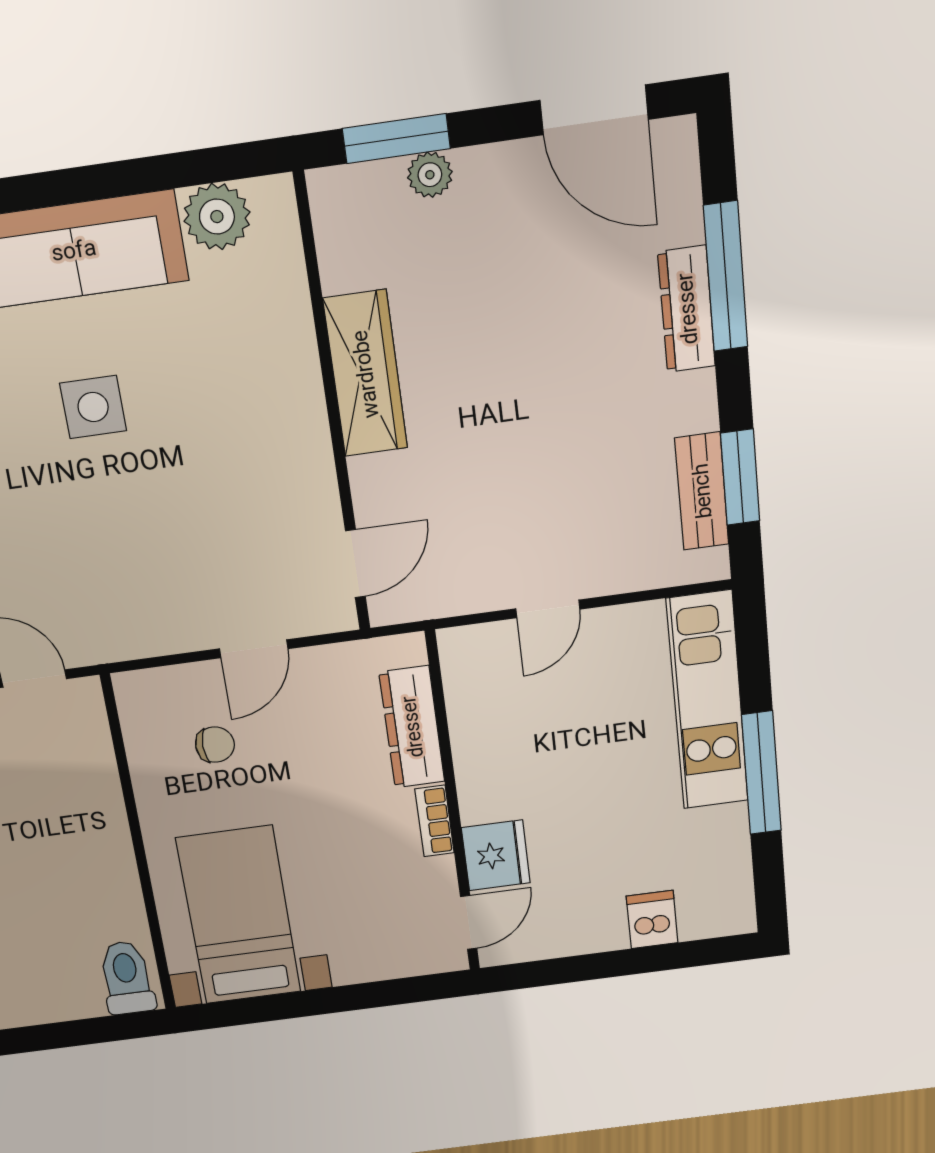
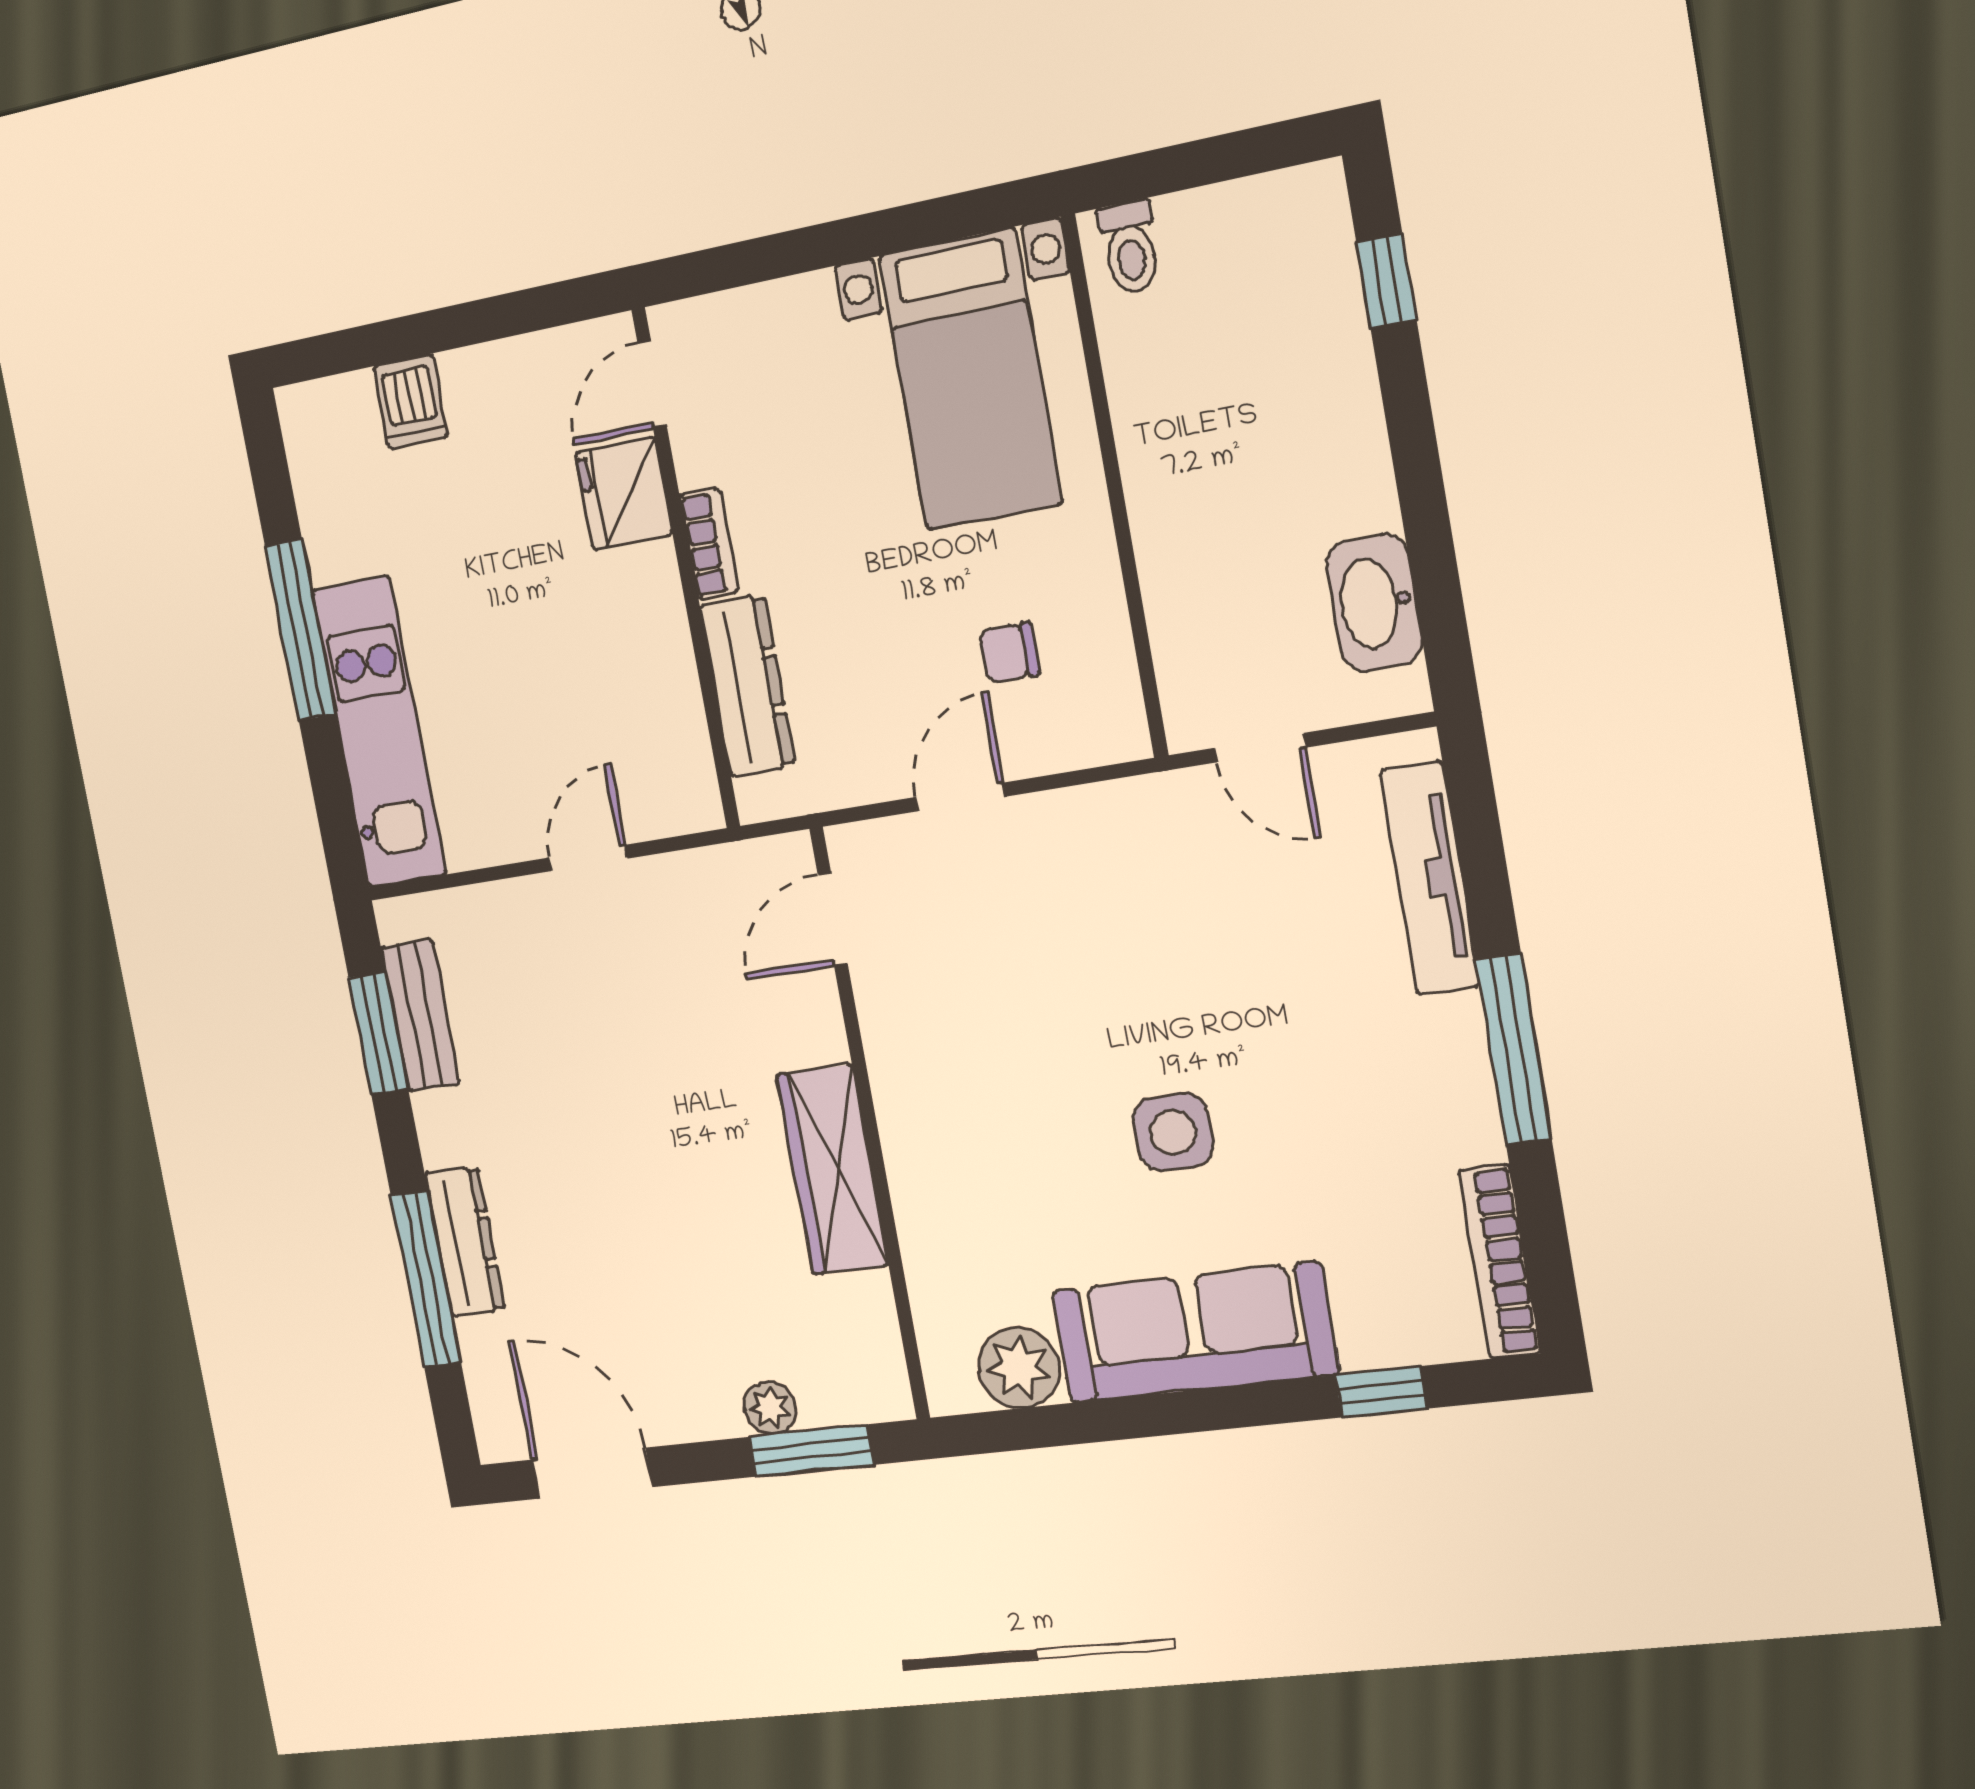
toilet: (127, 978) -> (1130, 247), width x0.73, depth x0.72

